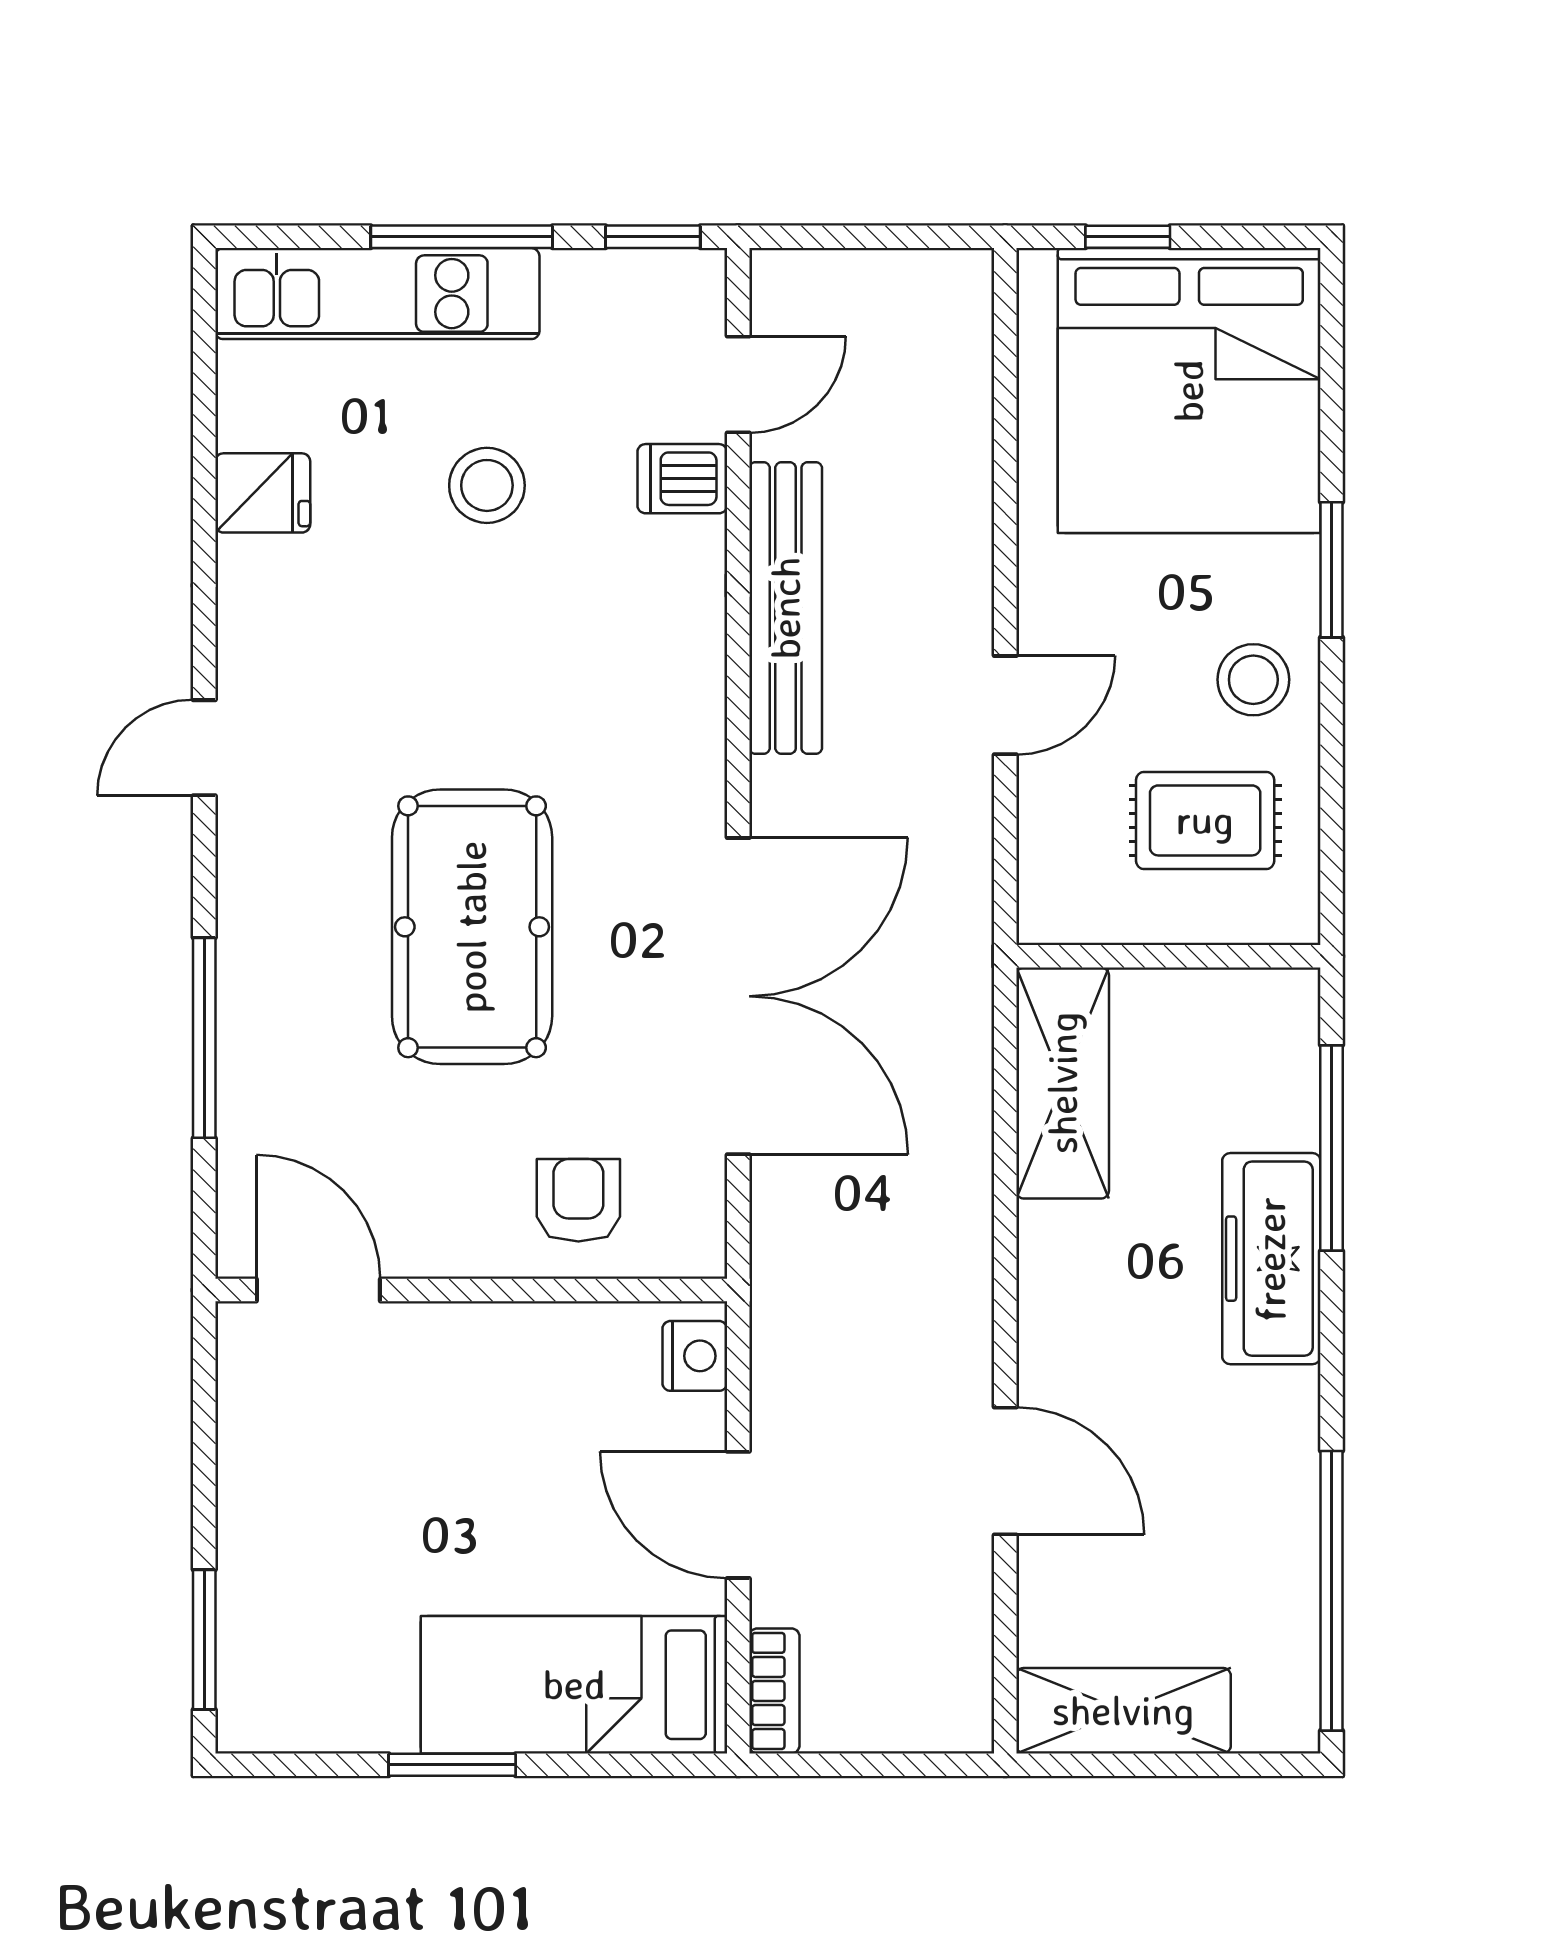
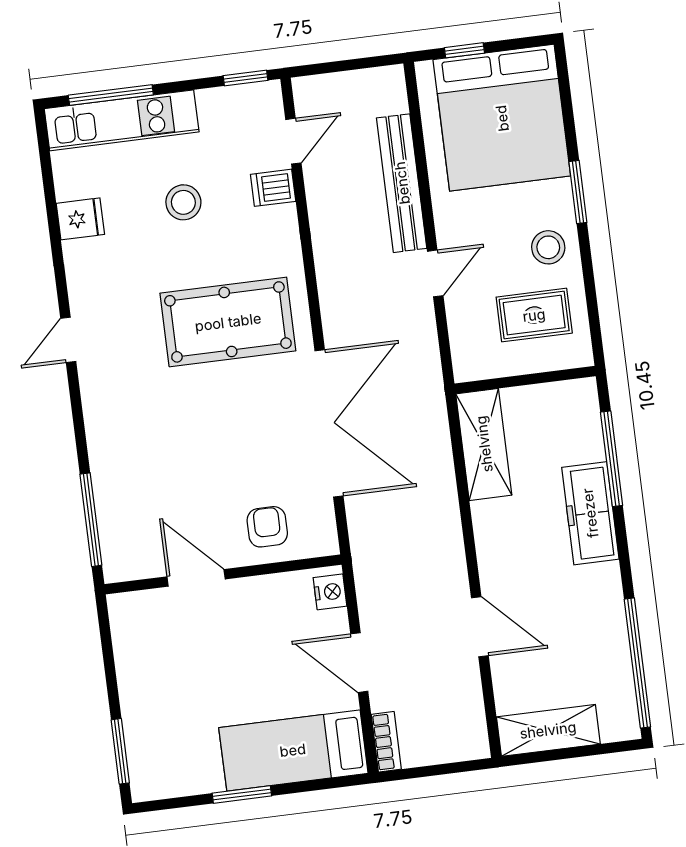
window: (462, 237) -> (111, 95), moved
bench: (786, 608) -> (402, 183), moved
pool table: (472, 927) -> (228, 322), moved, turned 90
window: (204, 1038) -> (91, 520), moved
door: (318, 1290) -> (196, 578), moved

